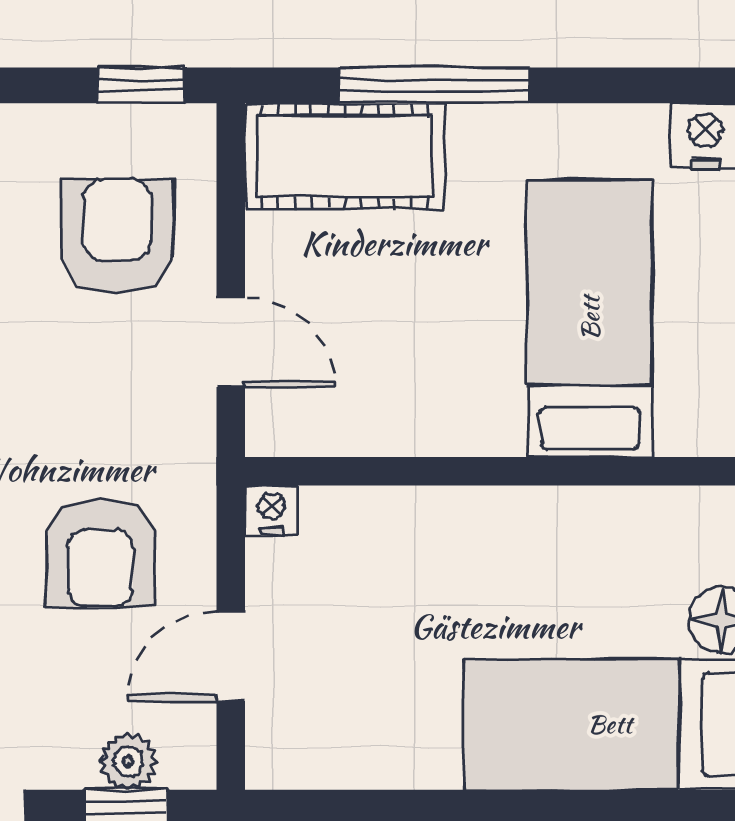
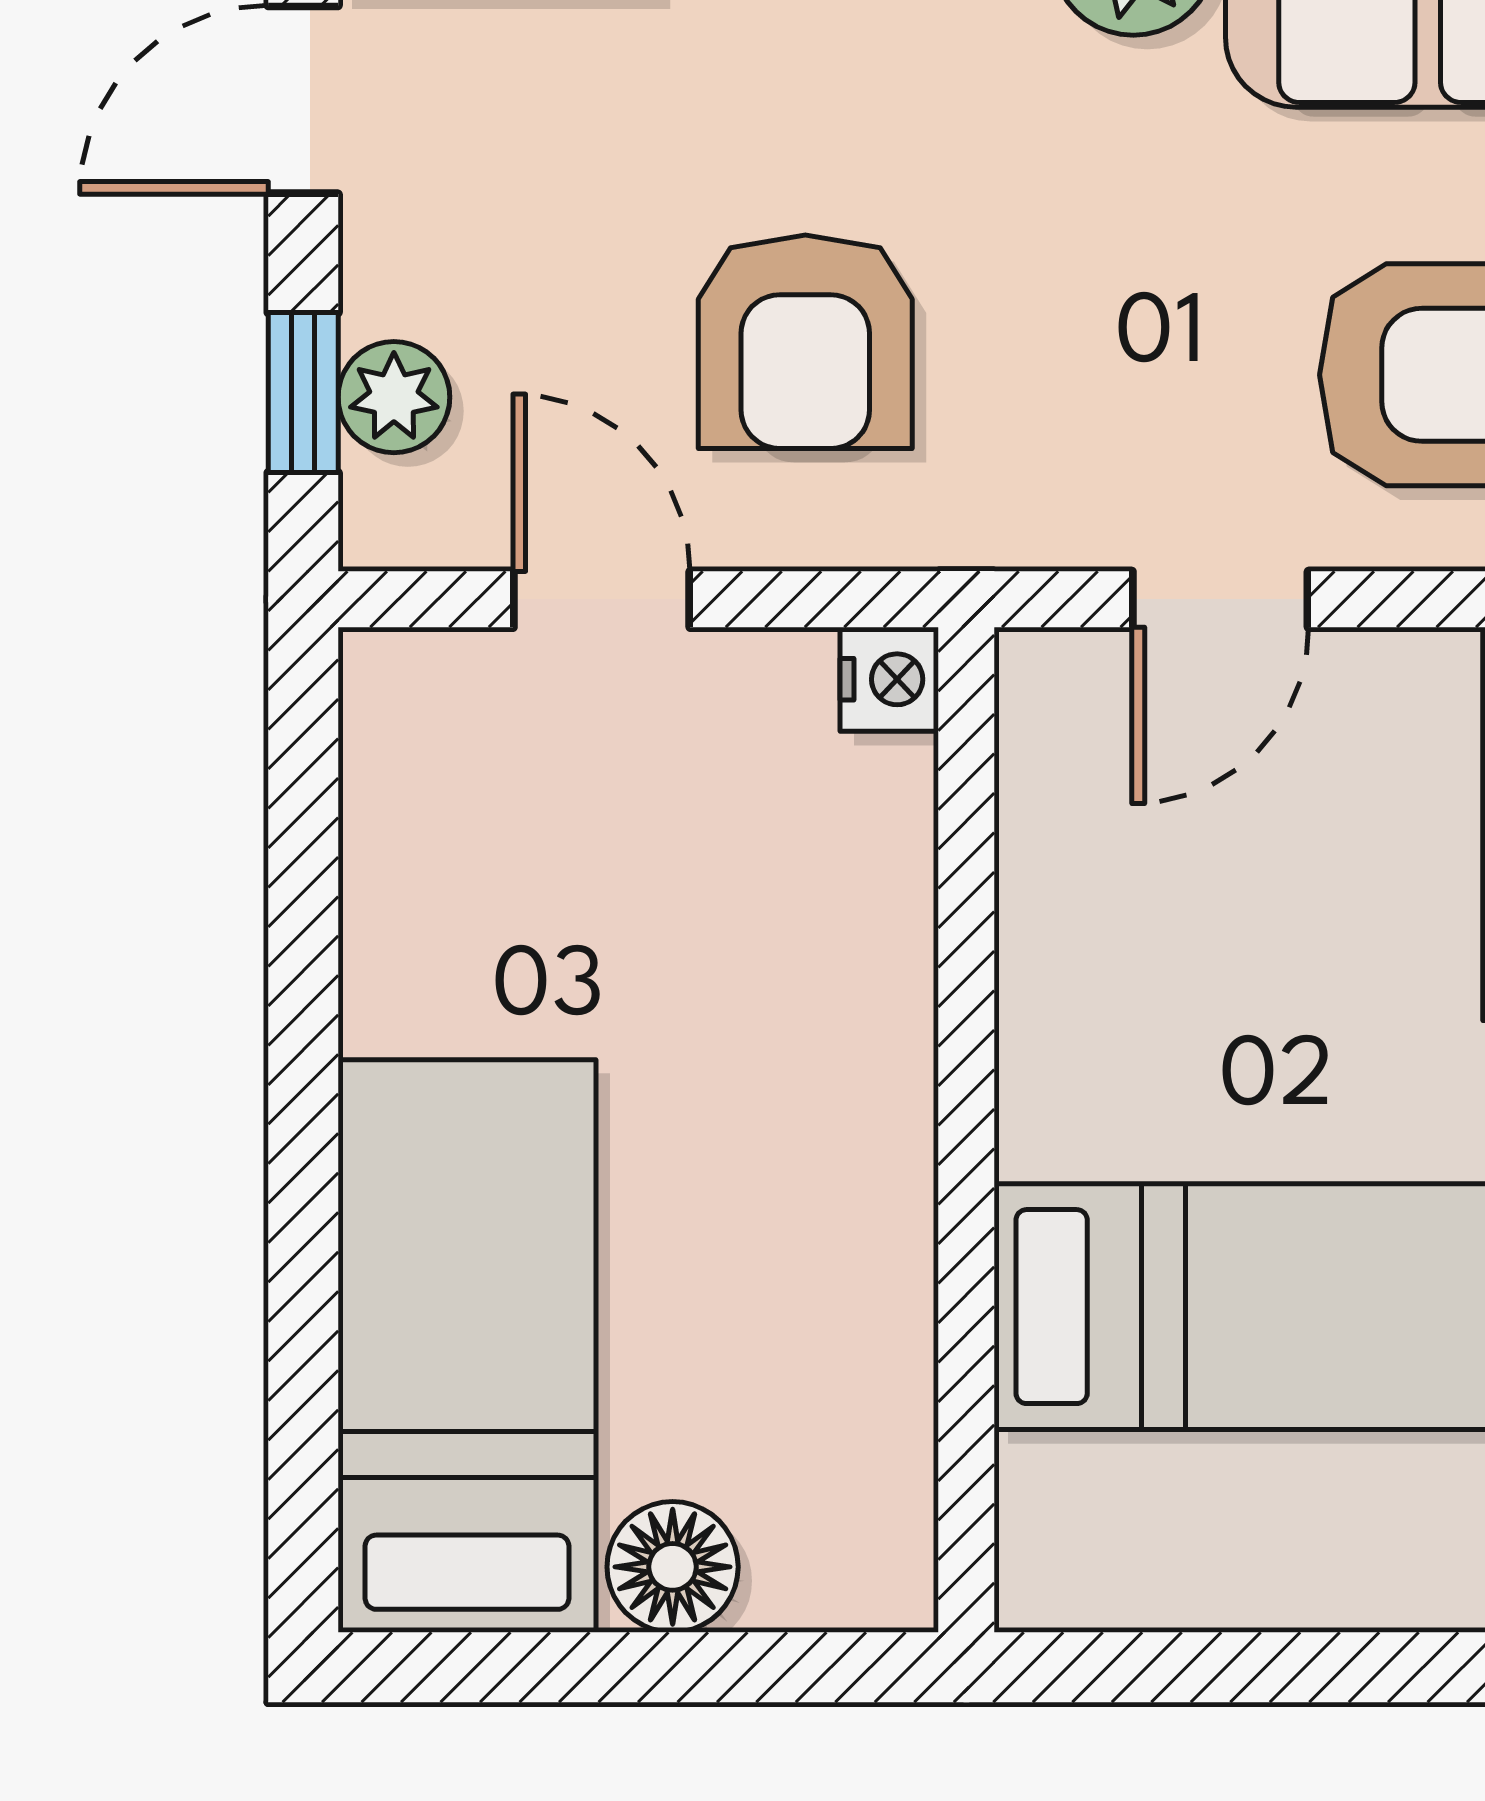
armchair: (100, 553) -> (805, 342), turned -90

